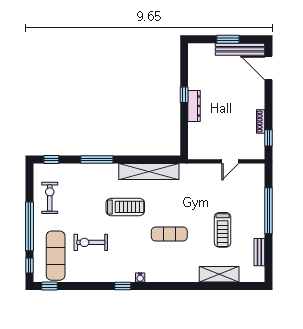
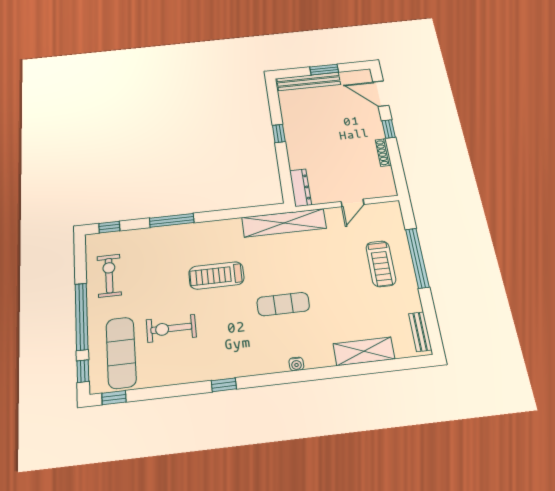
bench: (240, 49) -> (309, 81), moved
dresser: (194, 106) -> (300, 188), moved
window: (269, 138) -> (389, 129), moved
shelving: (149, 171) -> (284, 223), moved
treadmill: (125, 207) -> (216, 276), turned 180
treadmill: (223, 230) -> (381, 264), moved
bench: (259, 252) -> (420, 332), moved
water cooler: (140, 278) -> (296, 364), moved

